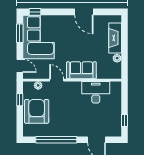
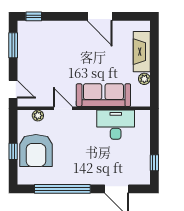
corner sofa: (39, 37) -> (39, 50), removed
sofa: (81, 70) -> (103, 95), width x1.36
window: (20, 100) -> (13, 151), moved
armchair: (37, 111) -> (36, 151), turned 180

